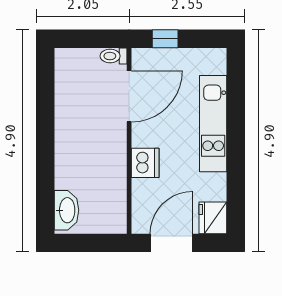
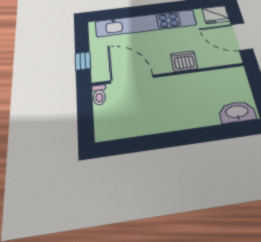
kitchen unit: (213, 124) -> (146, 23), width x1.36

